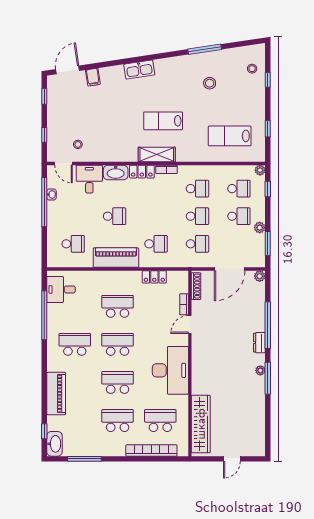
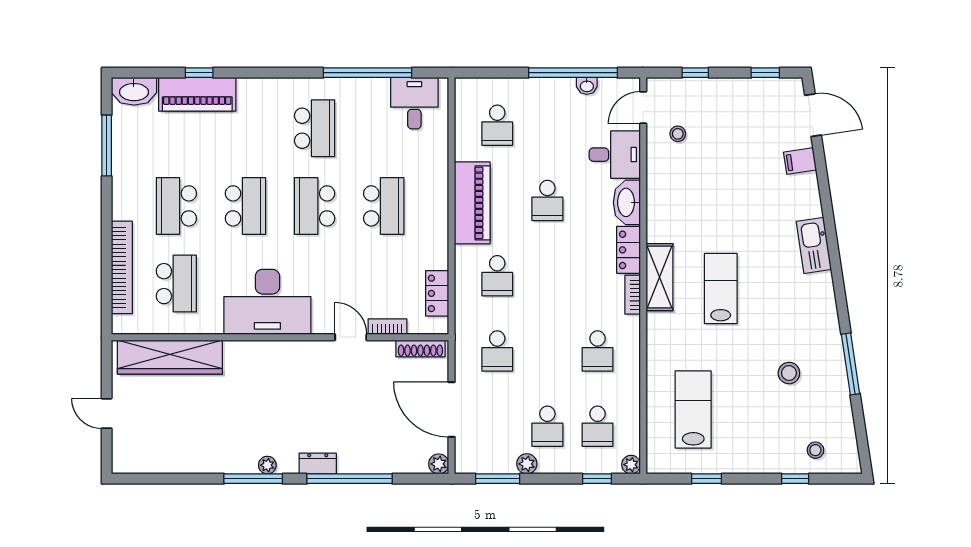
school desk: (197, 216) -> (547, 351), removed
locker: (154, 277) -> (437, 293), moved
school desk: (118, 344) -> (315, 206), turned 180
piano: (56, 394) -> (197, 94), moved
school desk: (118, 420) -> (176, 206), turned 180
window: (44, 431) -> (199, 73), moved

